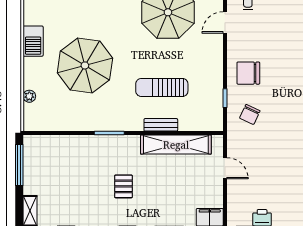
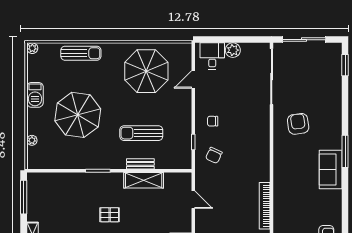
chair: (248, 73) -> (213, 121), width x0.54, depth x0.54
shelving: (176, 145) -> (144, 180), width x0.68
pallet: (123, 186) -> (110, 215), turned 90

